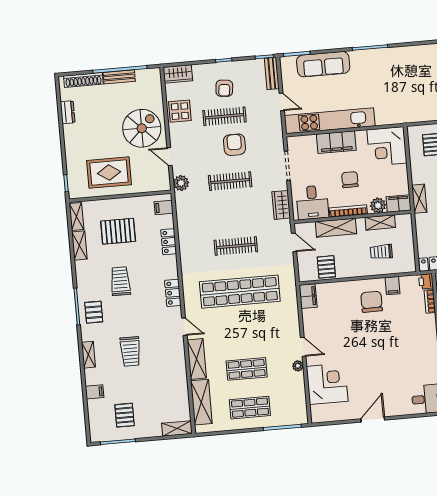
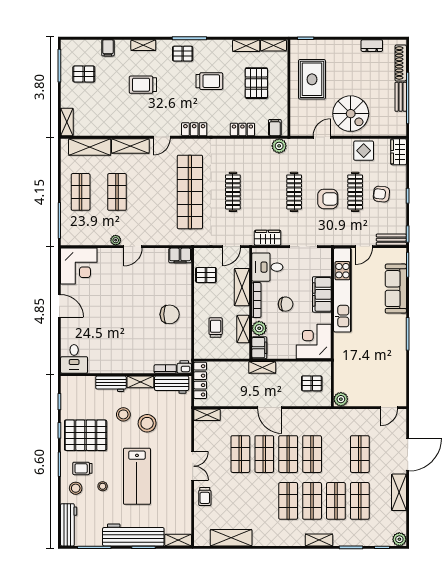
plant: (181, 183) -> (279, 146), moved
filing cabinet: (393, 286) -> (183, 335), removed
corner desk: (327, 384) -> (79, 266), moved

